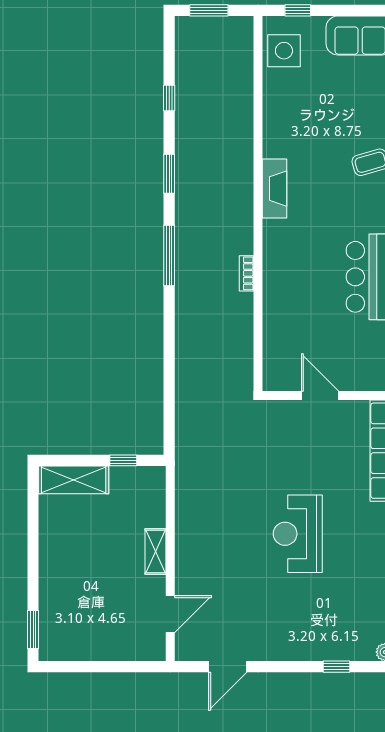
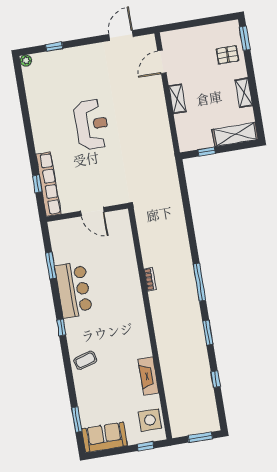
fireplace: (275, 189) -> (148, 376), moved
shelving: (49, 544) -> (244, 93), added
pallet: (65, 608) -> (227, 55), added

